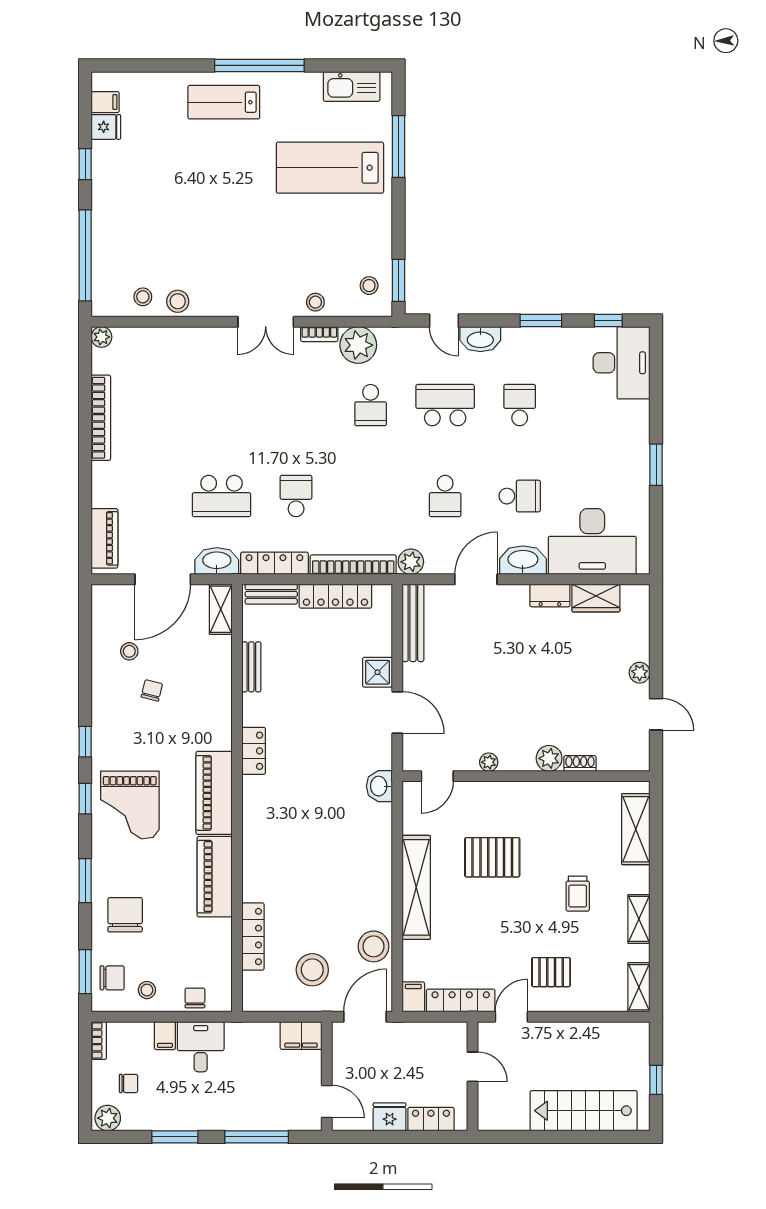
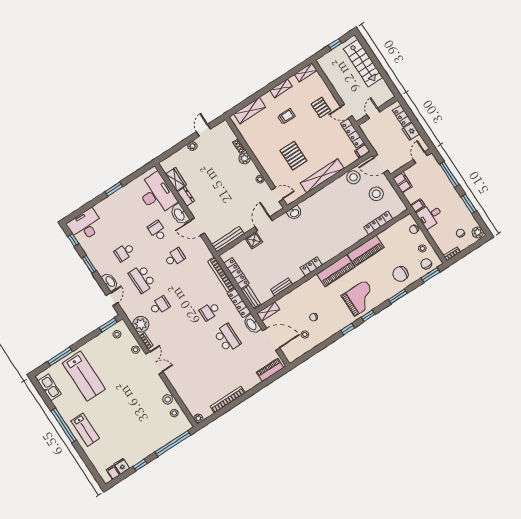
plant: (411, 562) -> (206, 254), removed
filing cabinet: (165, 1036) -> (418, 206), moved

